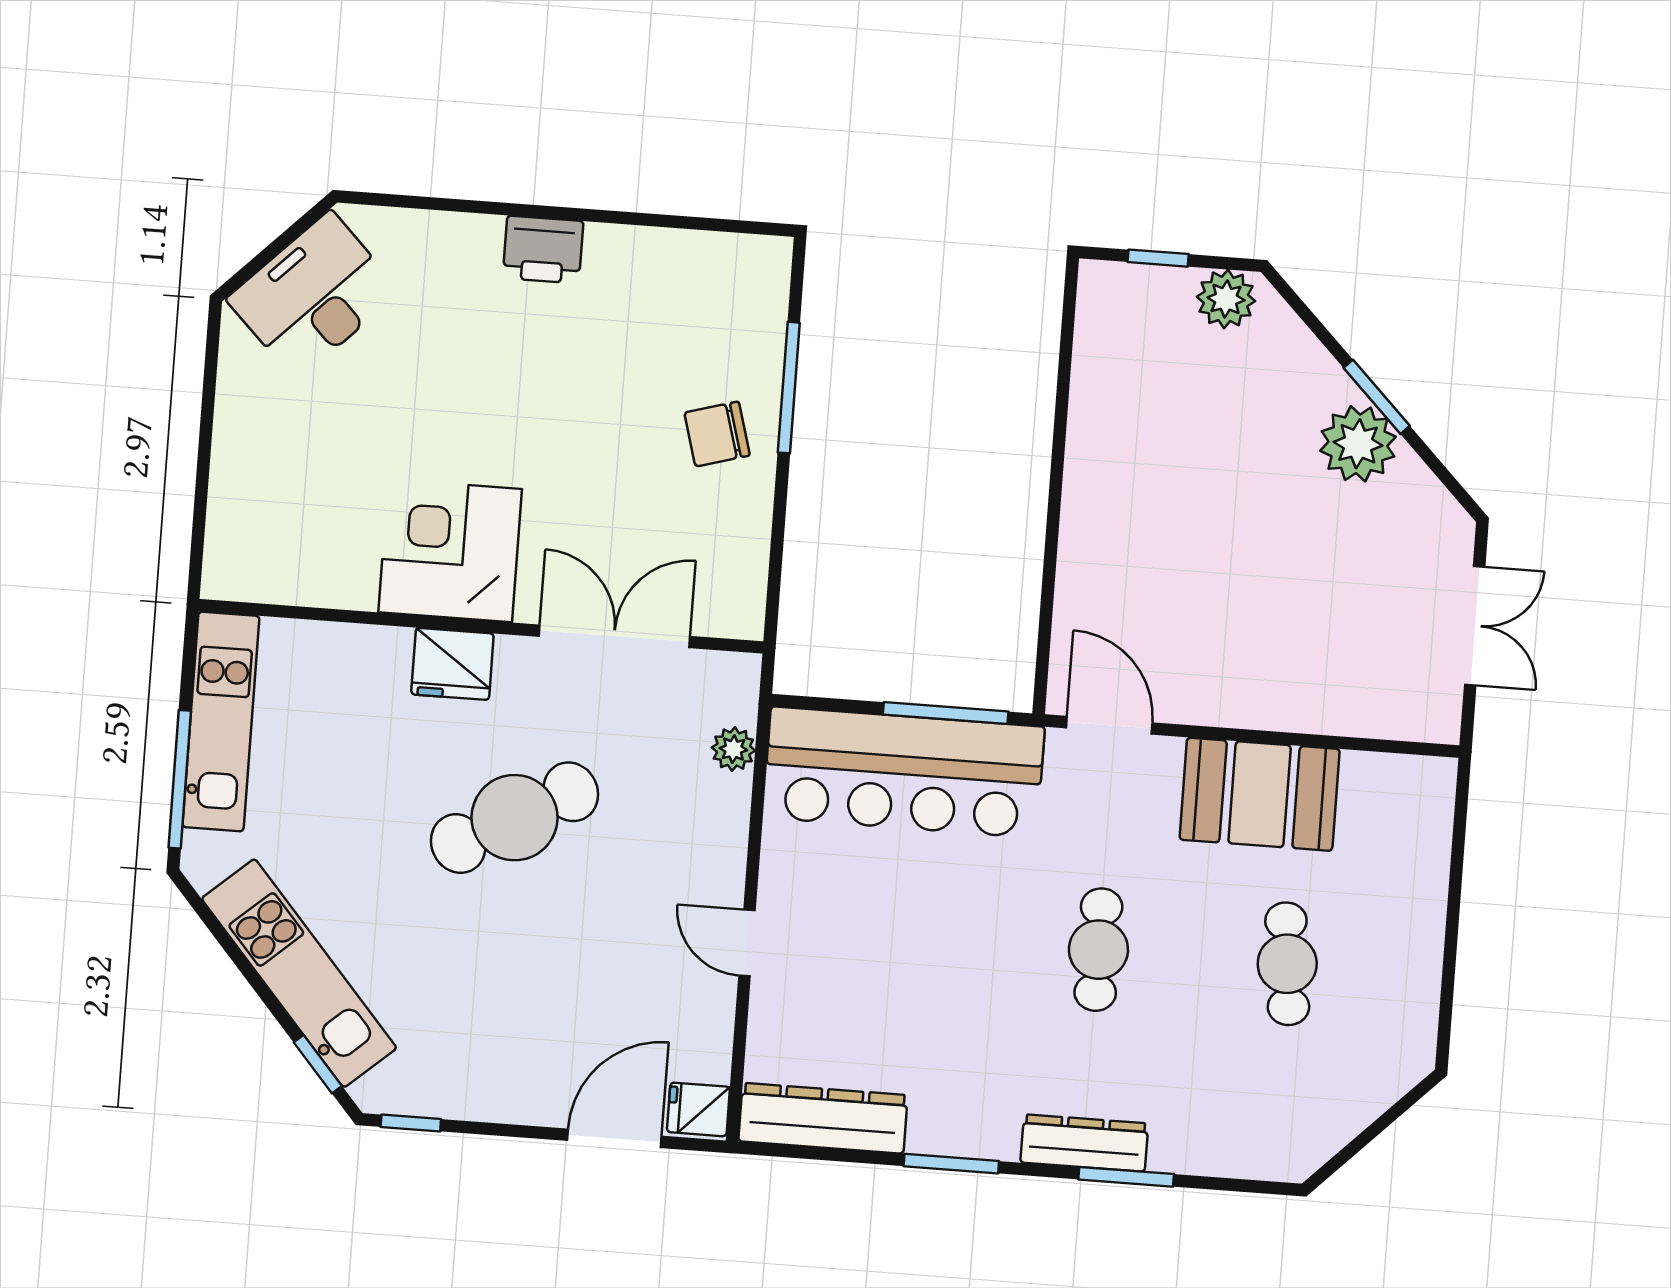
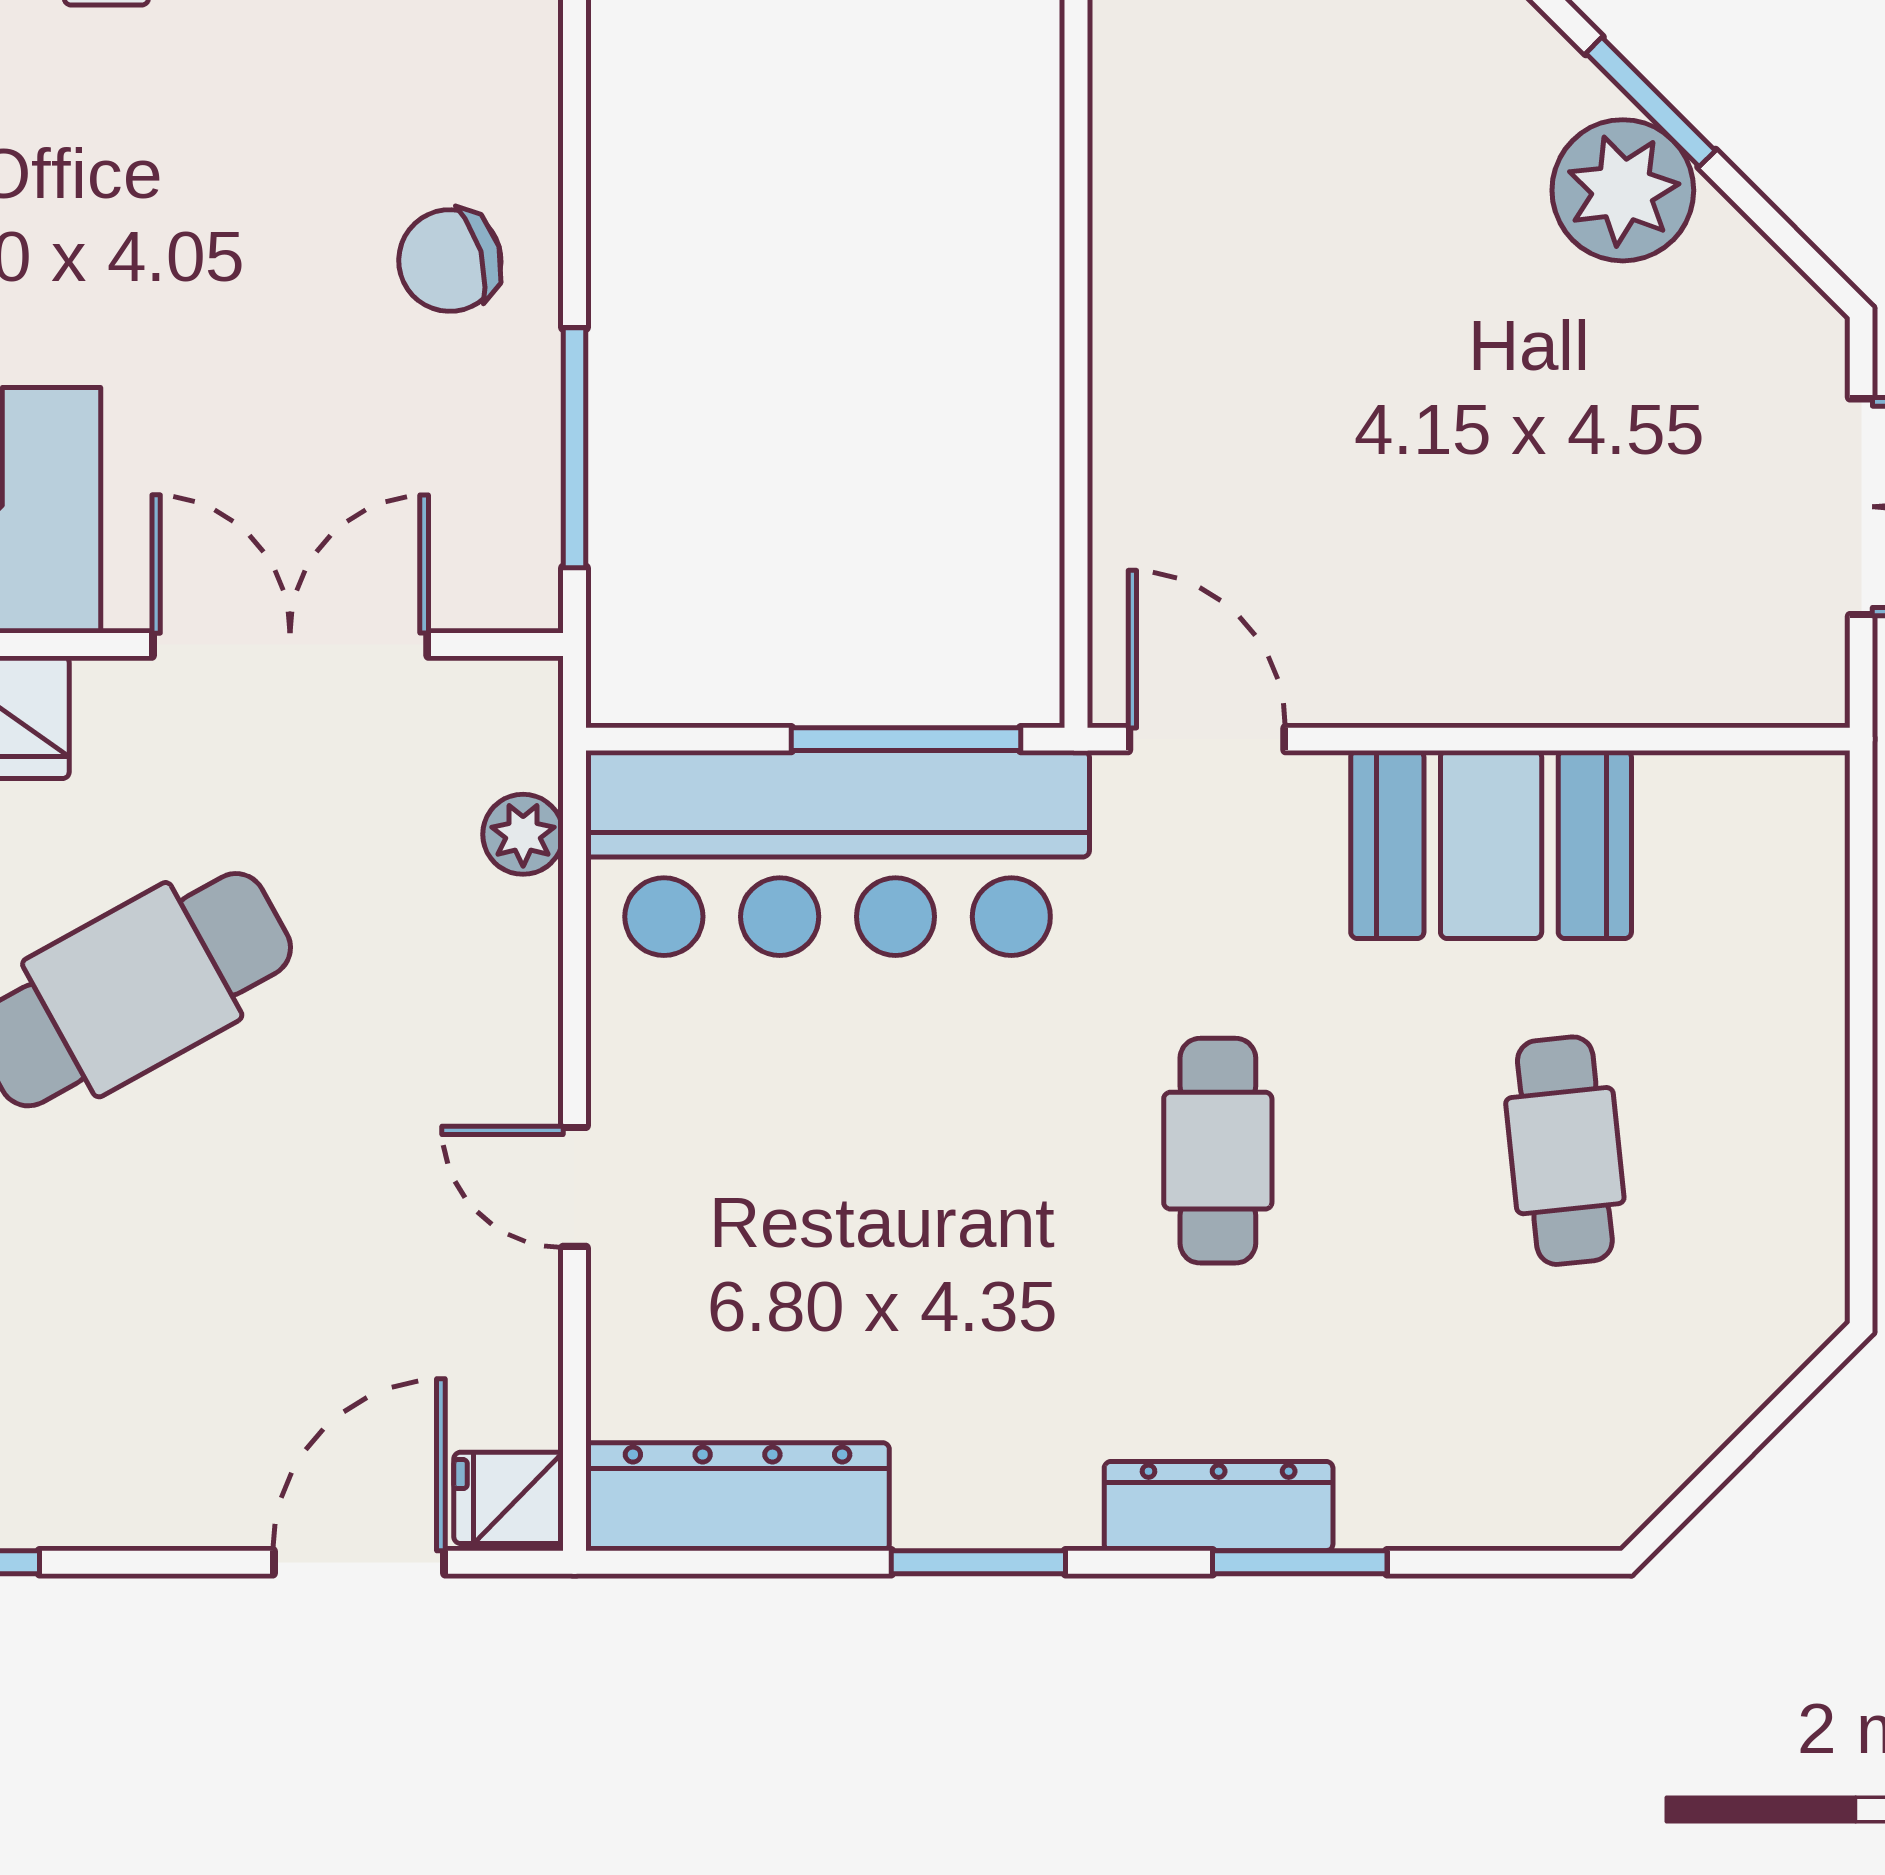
window: (789, 388) -> (575, 448), moved

